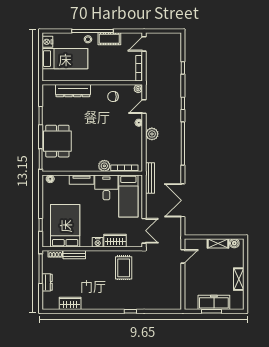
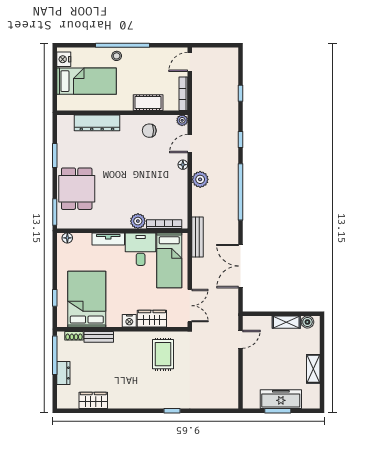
cot: (109, 39) -> (148, 103), moved

